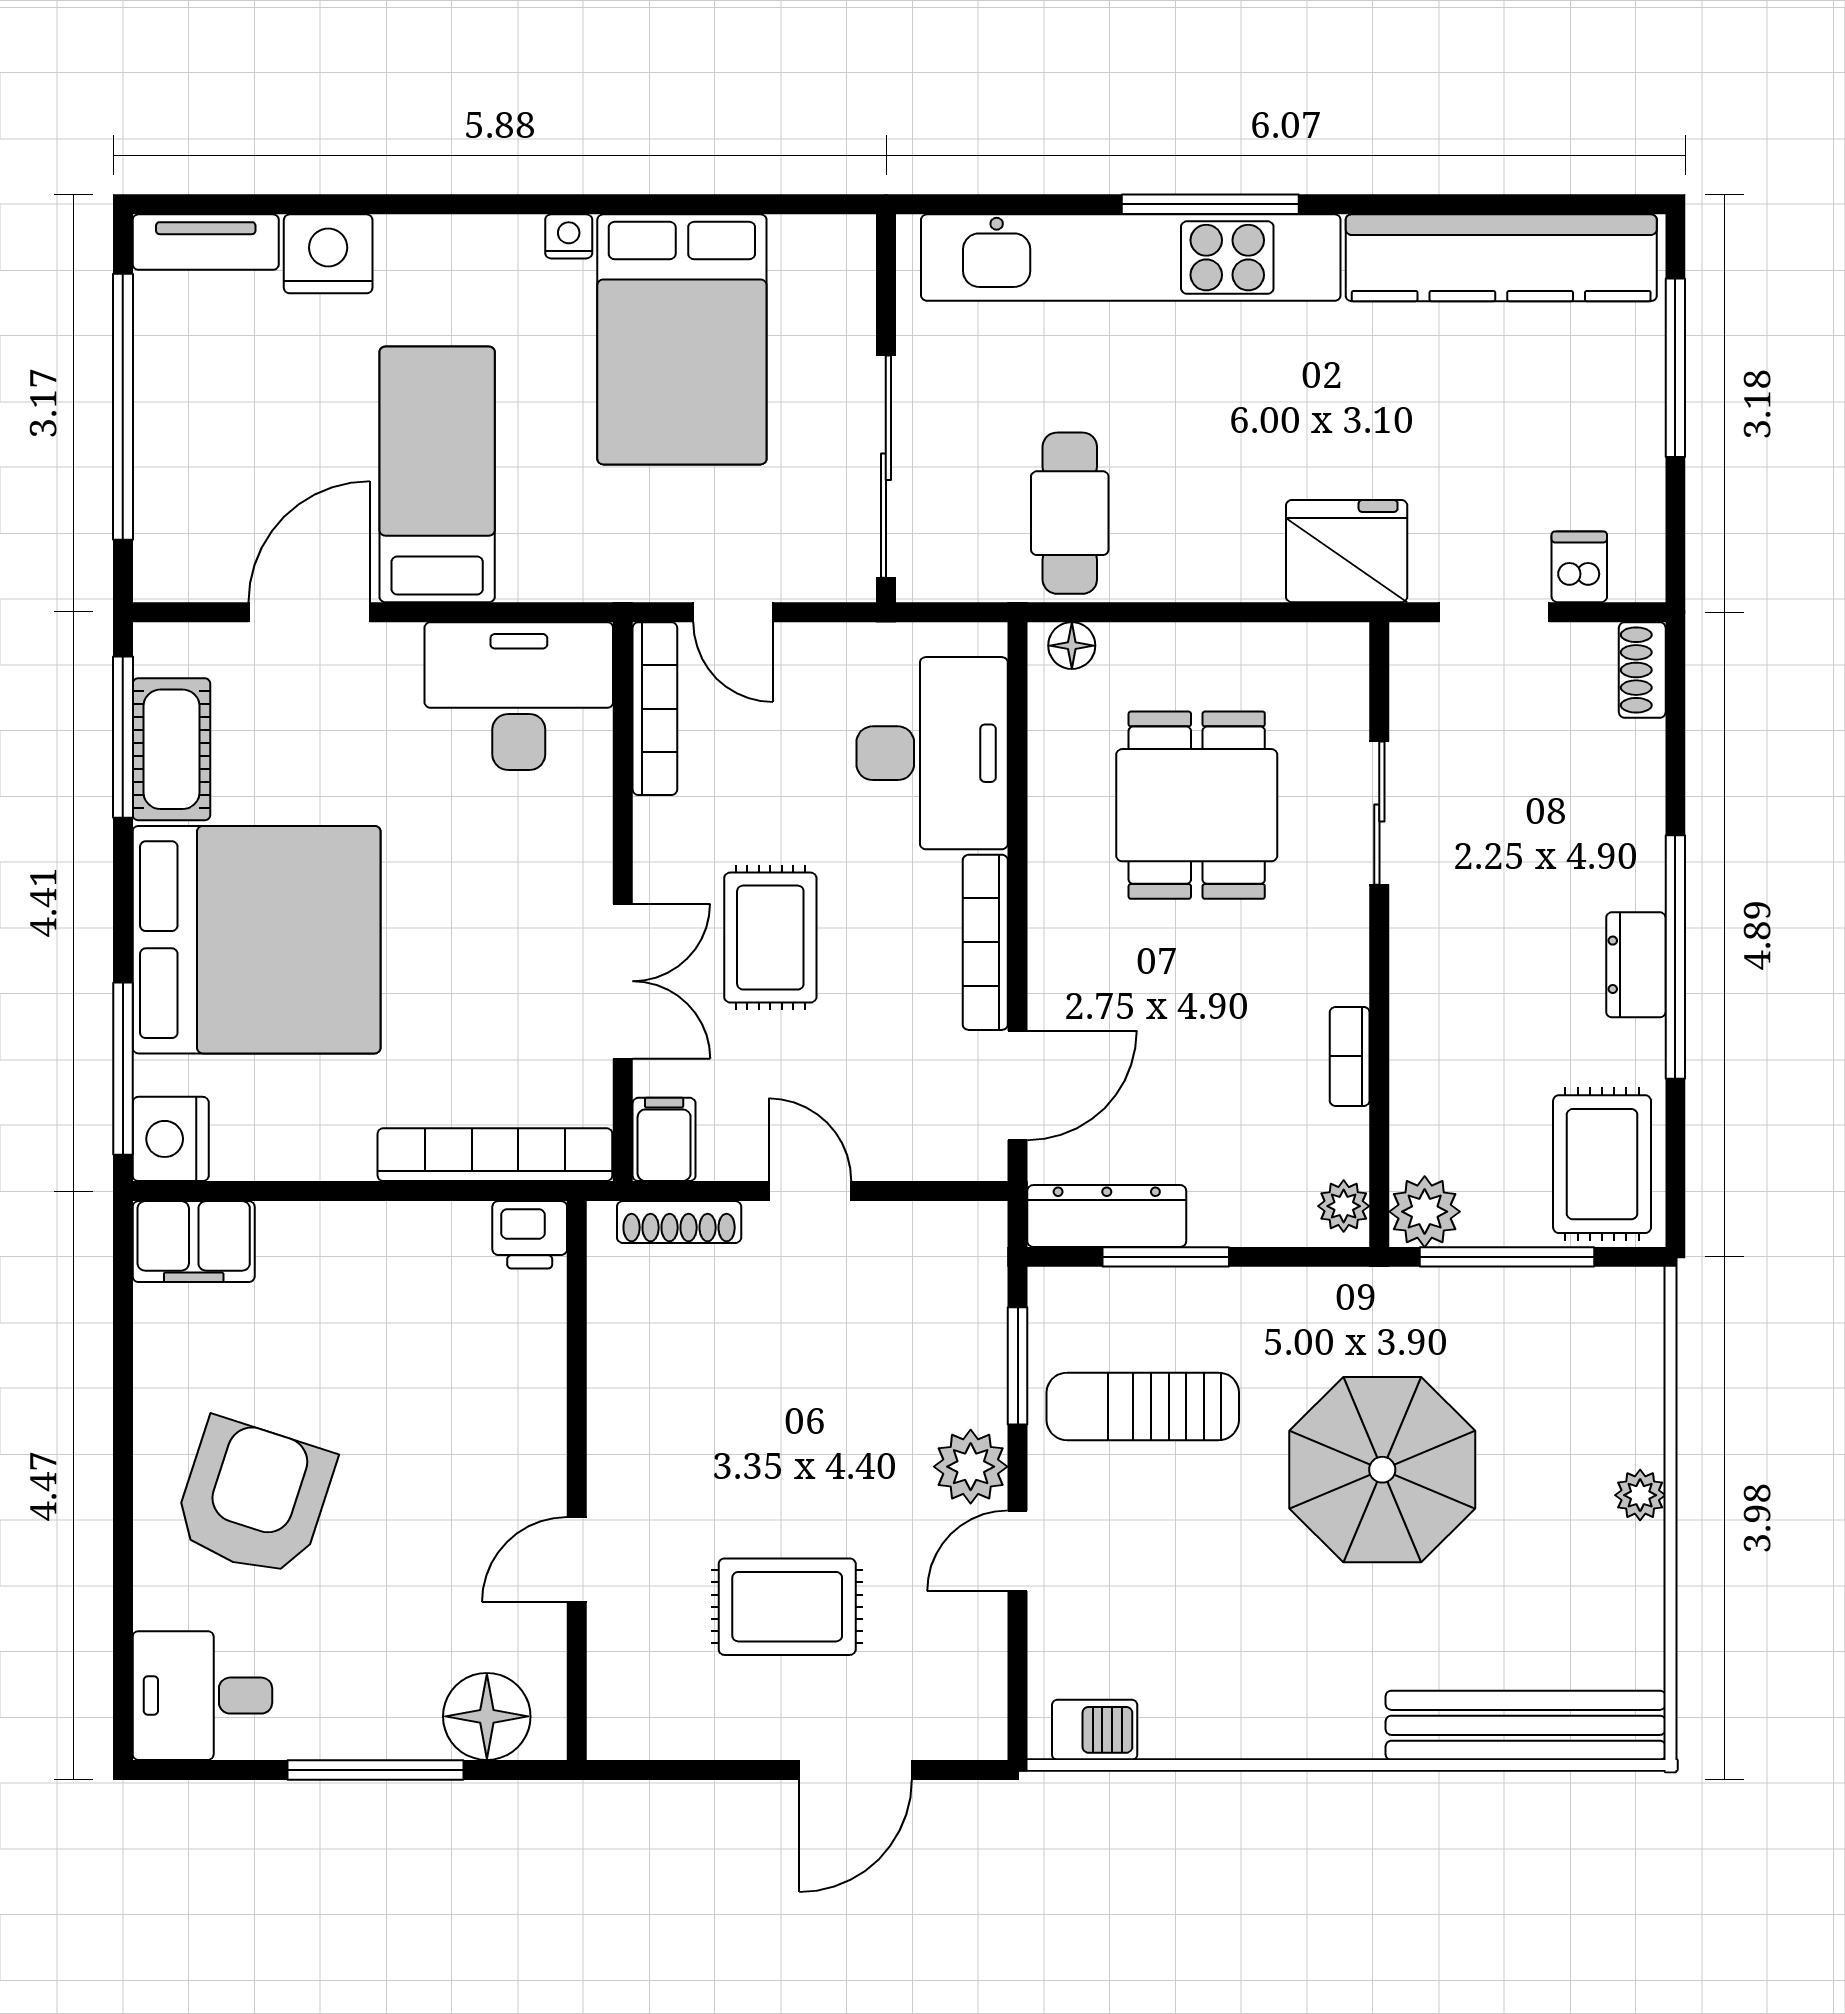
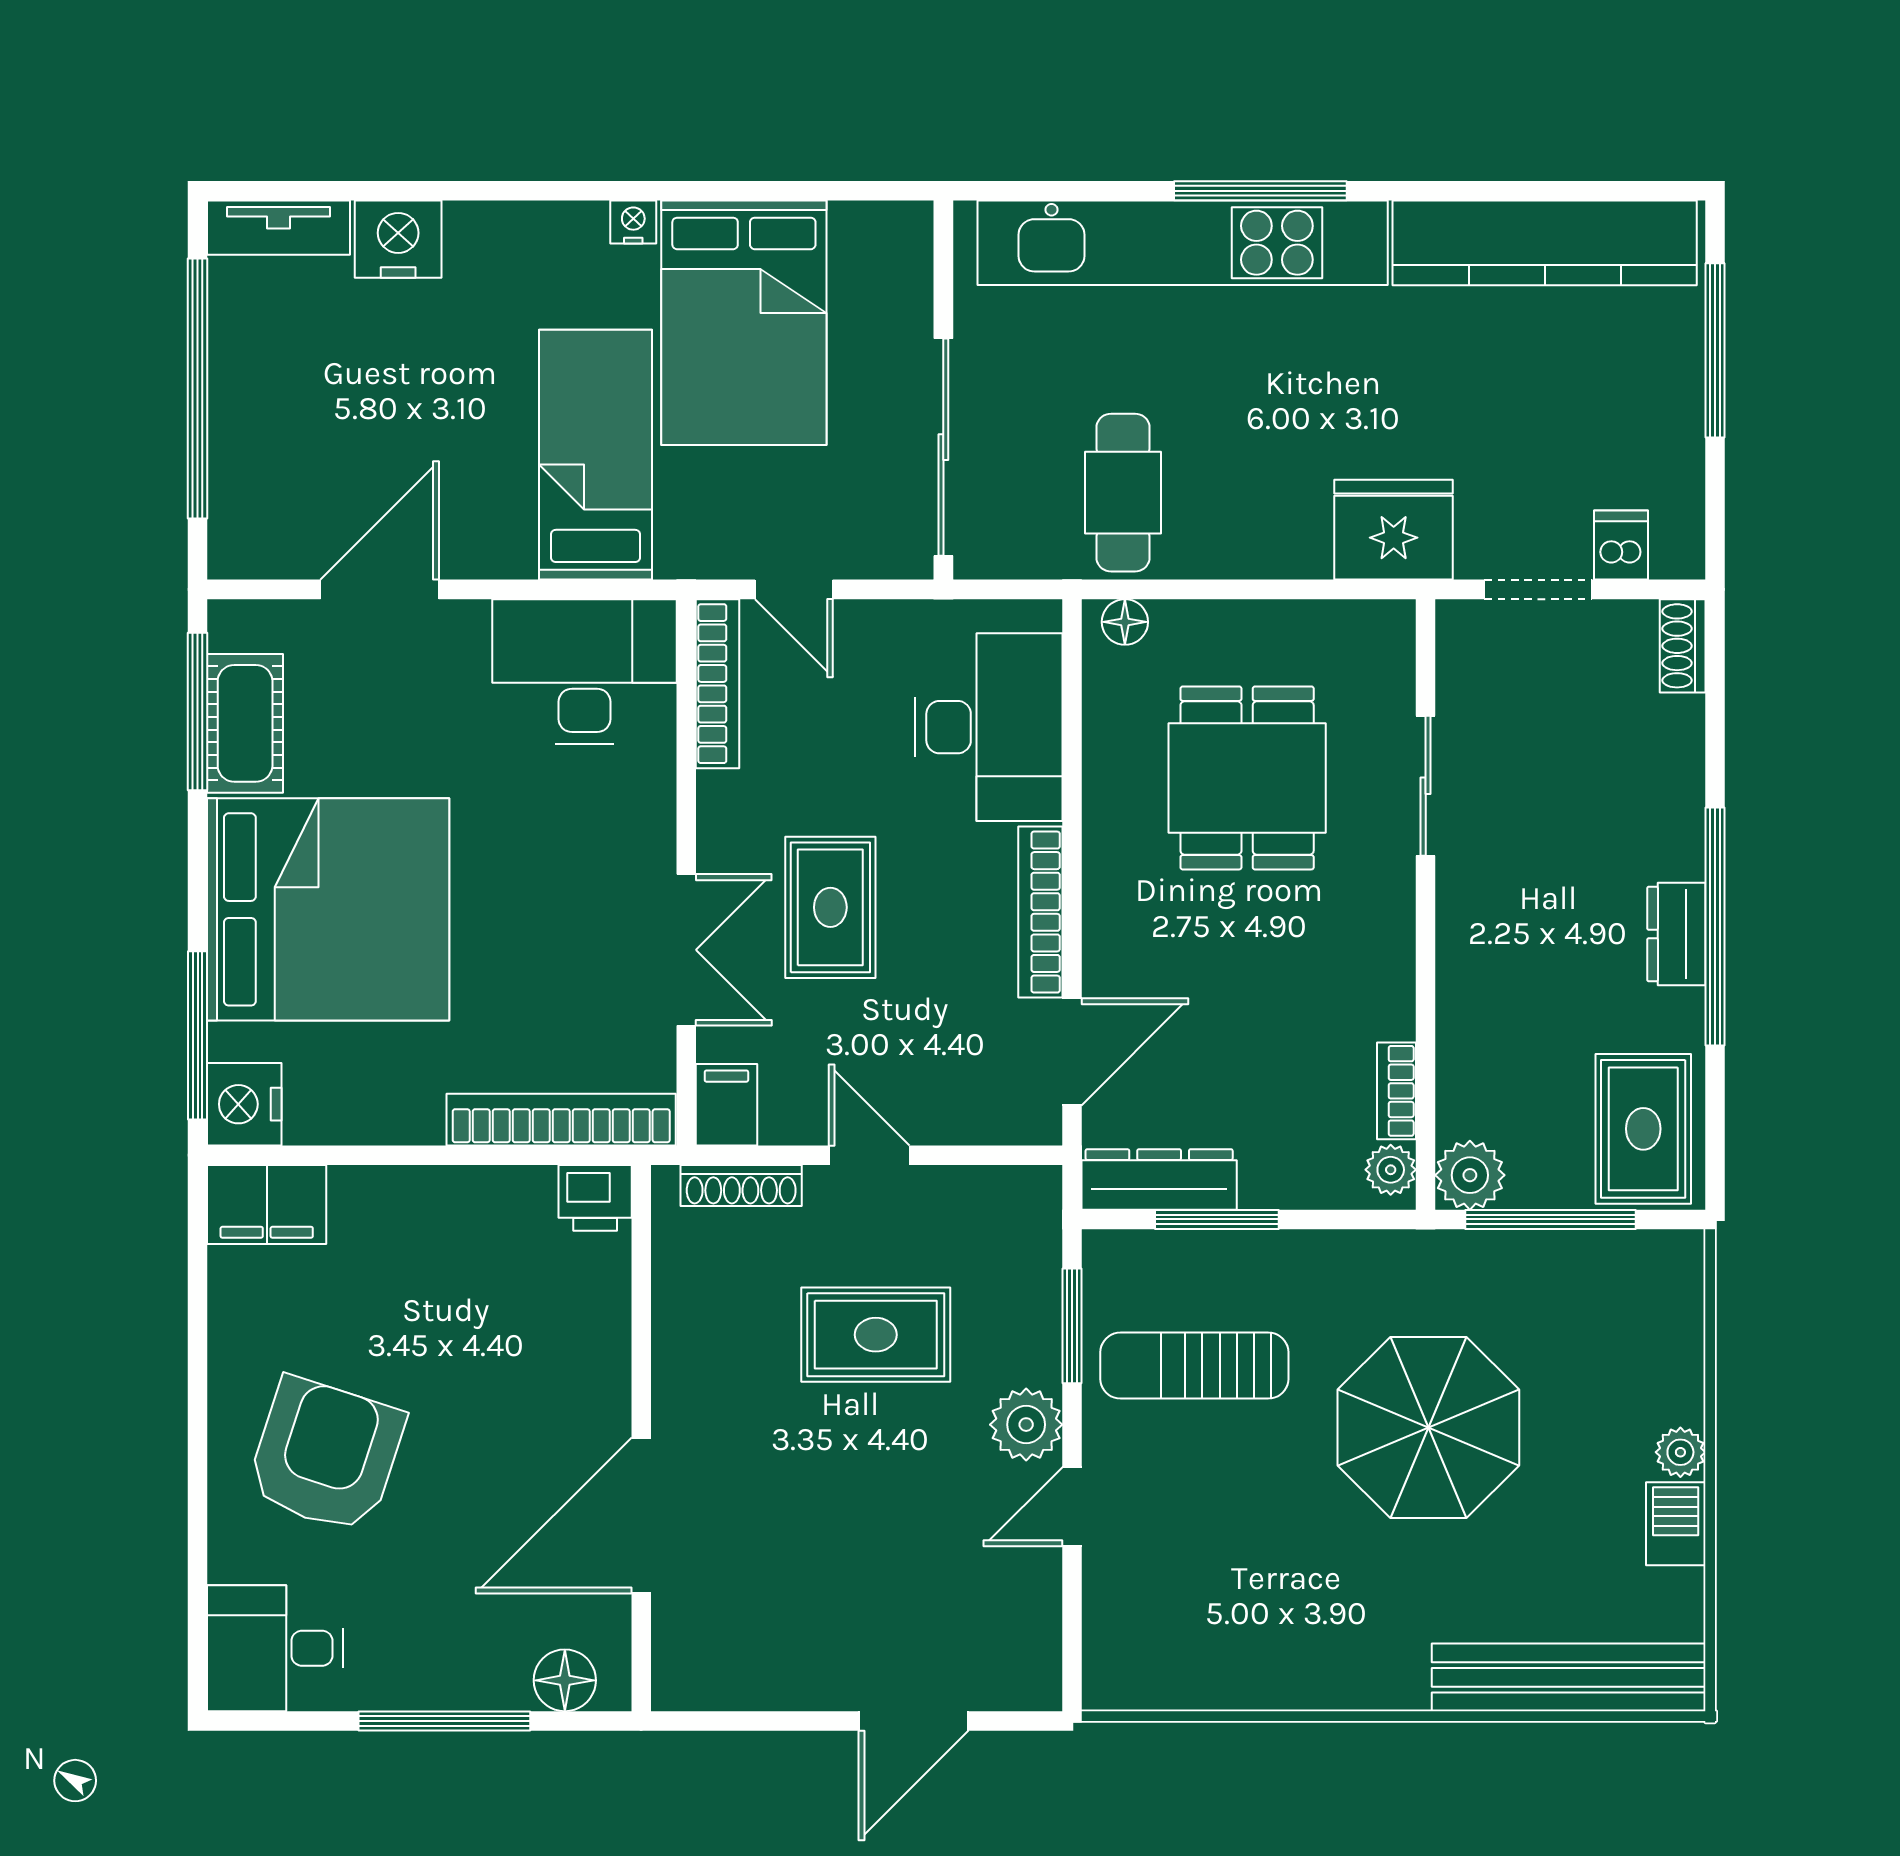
bed: (437, 474) -> (595, 455), moved
bookcase: (1350, 1056) -> (1397, 1091), moved
door: (577, 1560) -> (641, 1515), width x1.88
rug: (787, 1607) -> (876, 1335), moved
floor lamp: (487, 1716) -> (565, 1680), width x0.73, depth x0.73
barbecue: (1095, 1730) -> (1676, 1524), moved, turned -90

